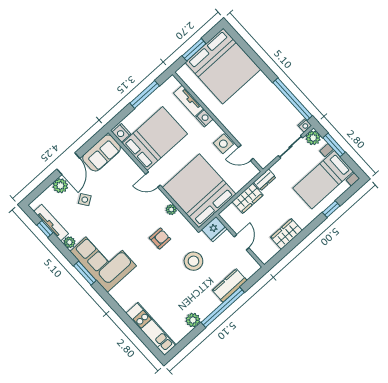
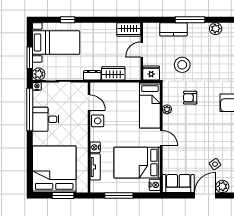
desk: (271, 103) -> (46, 119), added
bed: (199, 191) -> (150, 105), width x0.49
wardrobe: (286, 234) -> (129, 30), moved
window: (223, 307) -> (190, 20), width x0.68

